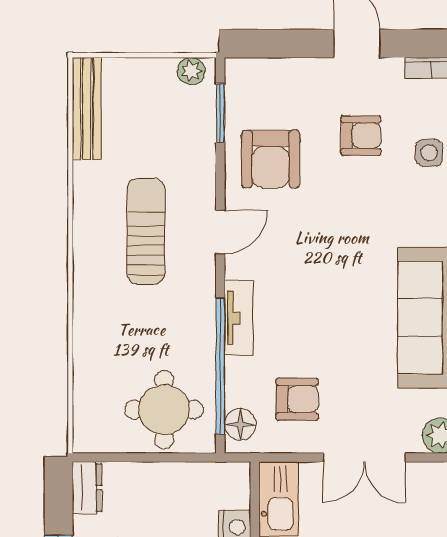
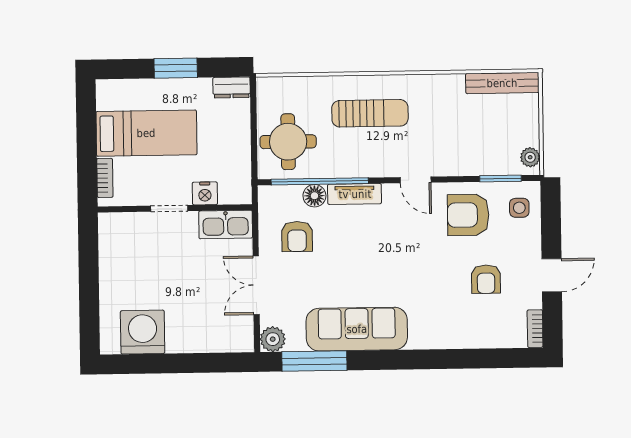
side table: (429, 153) -> (519, 208), moved
sun lounger: (146, 231) -> (370, 113), moved
floor lamp: (240, 424) -> (314, 196), moved

